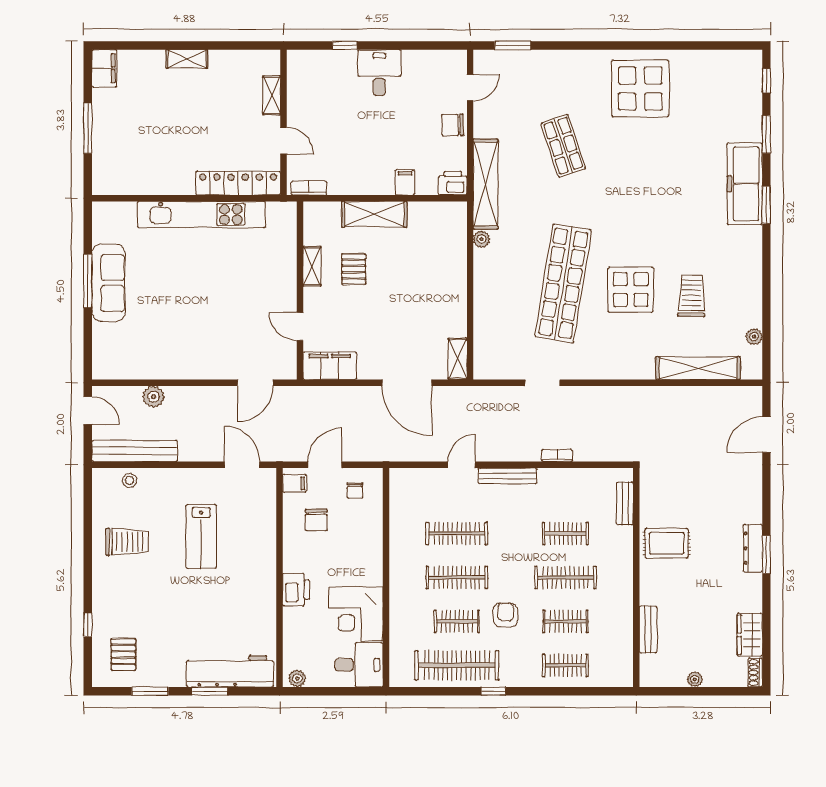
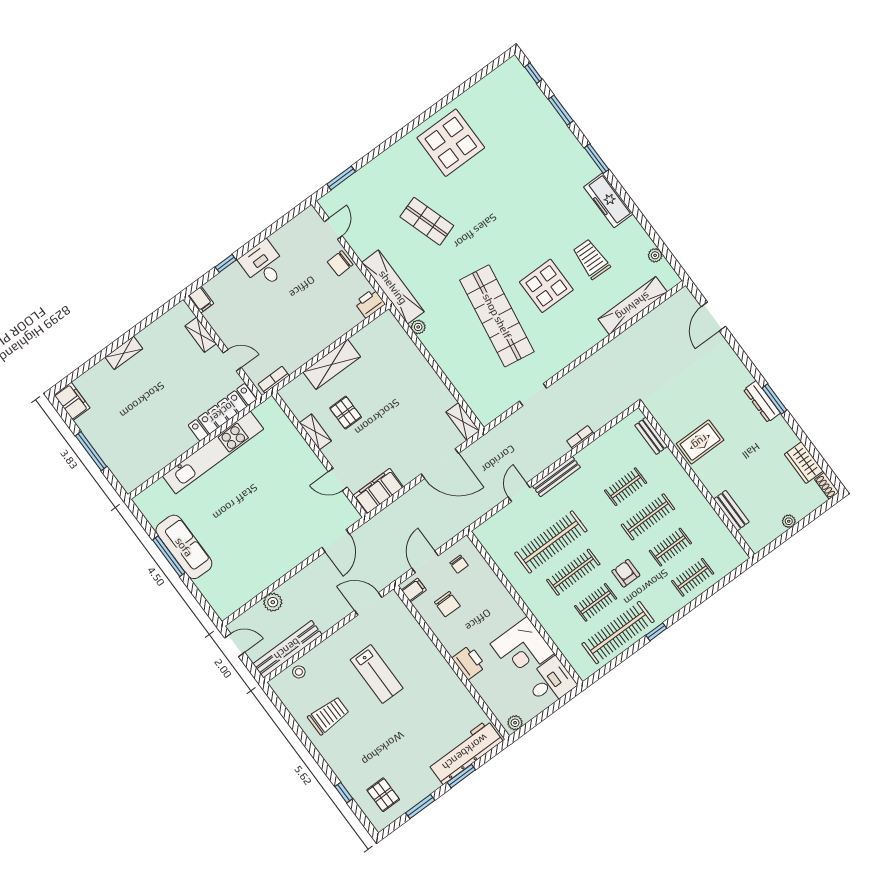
filing cabinet: (405, 182) -> (201, 300), moved, turned 180
freezer: (745, 184) -> (608, 200), moved, width x0.73, depth x0.79
clothes rail: (457, 534) -> (551, 542), width x1.37, depth x1.31

